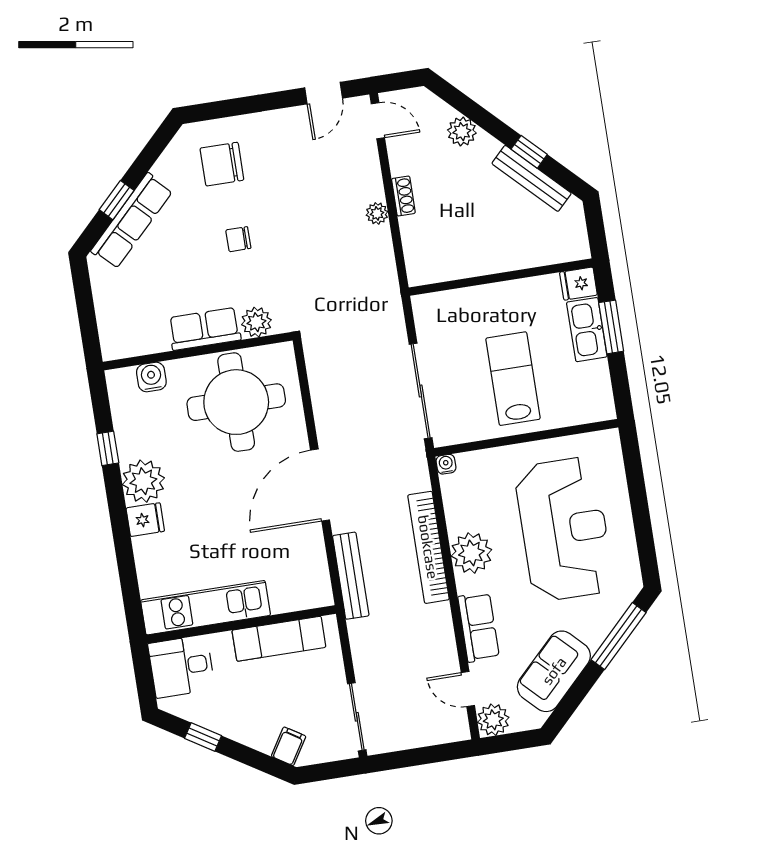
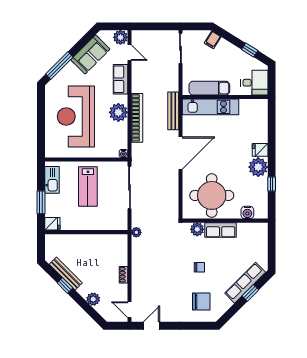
plant: (377, 213) -> (136, 232), moved
kitchen sink: (587, 330) -> (52, 180), moved
kitchen unit: (206, 608) -> (211, 107), moved

